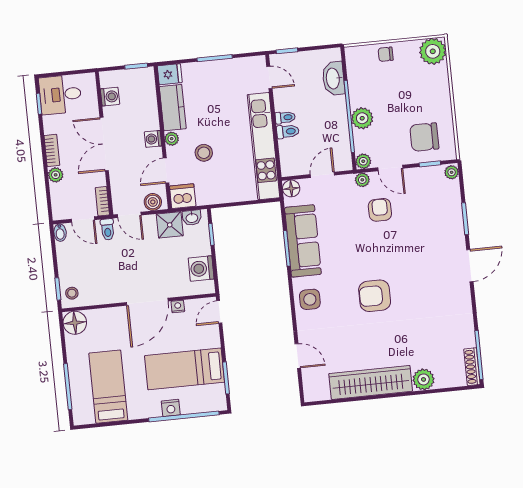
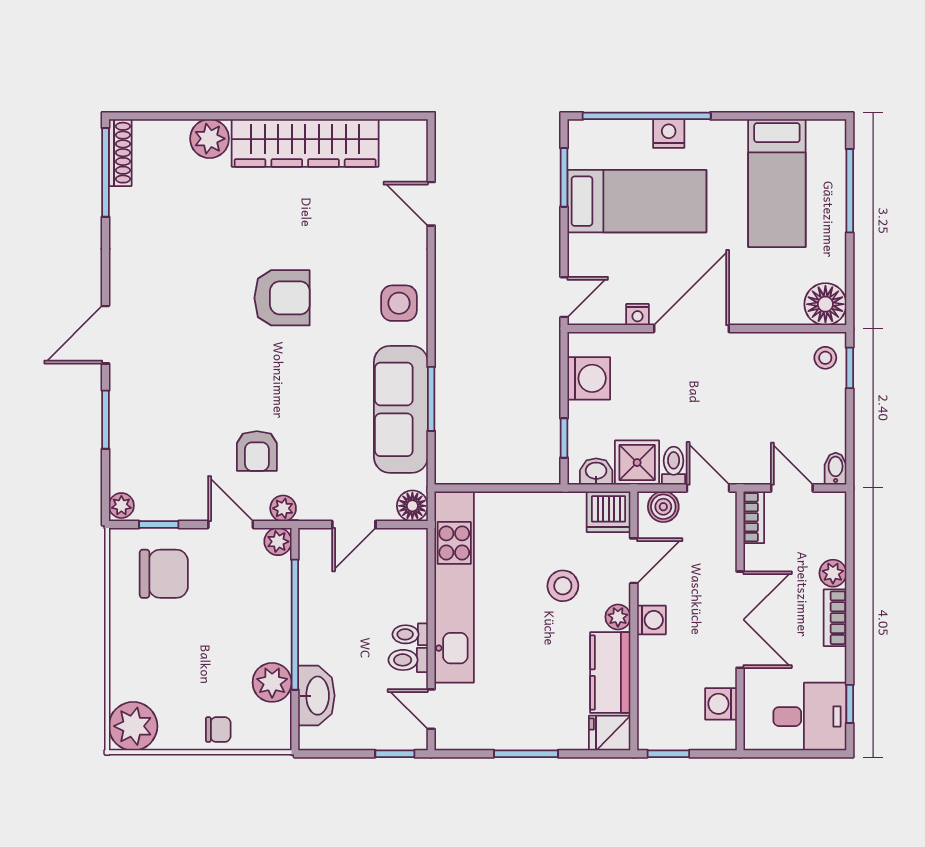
plant: (362, 118) -> (272, 682), moved
toilet: (288, 131) -> (408, 660), moved
toilet: (107, 229) -> (674, 466), moved

